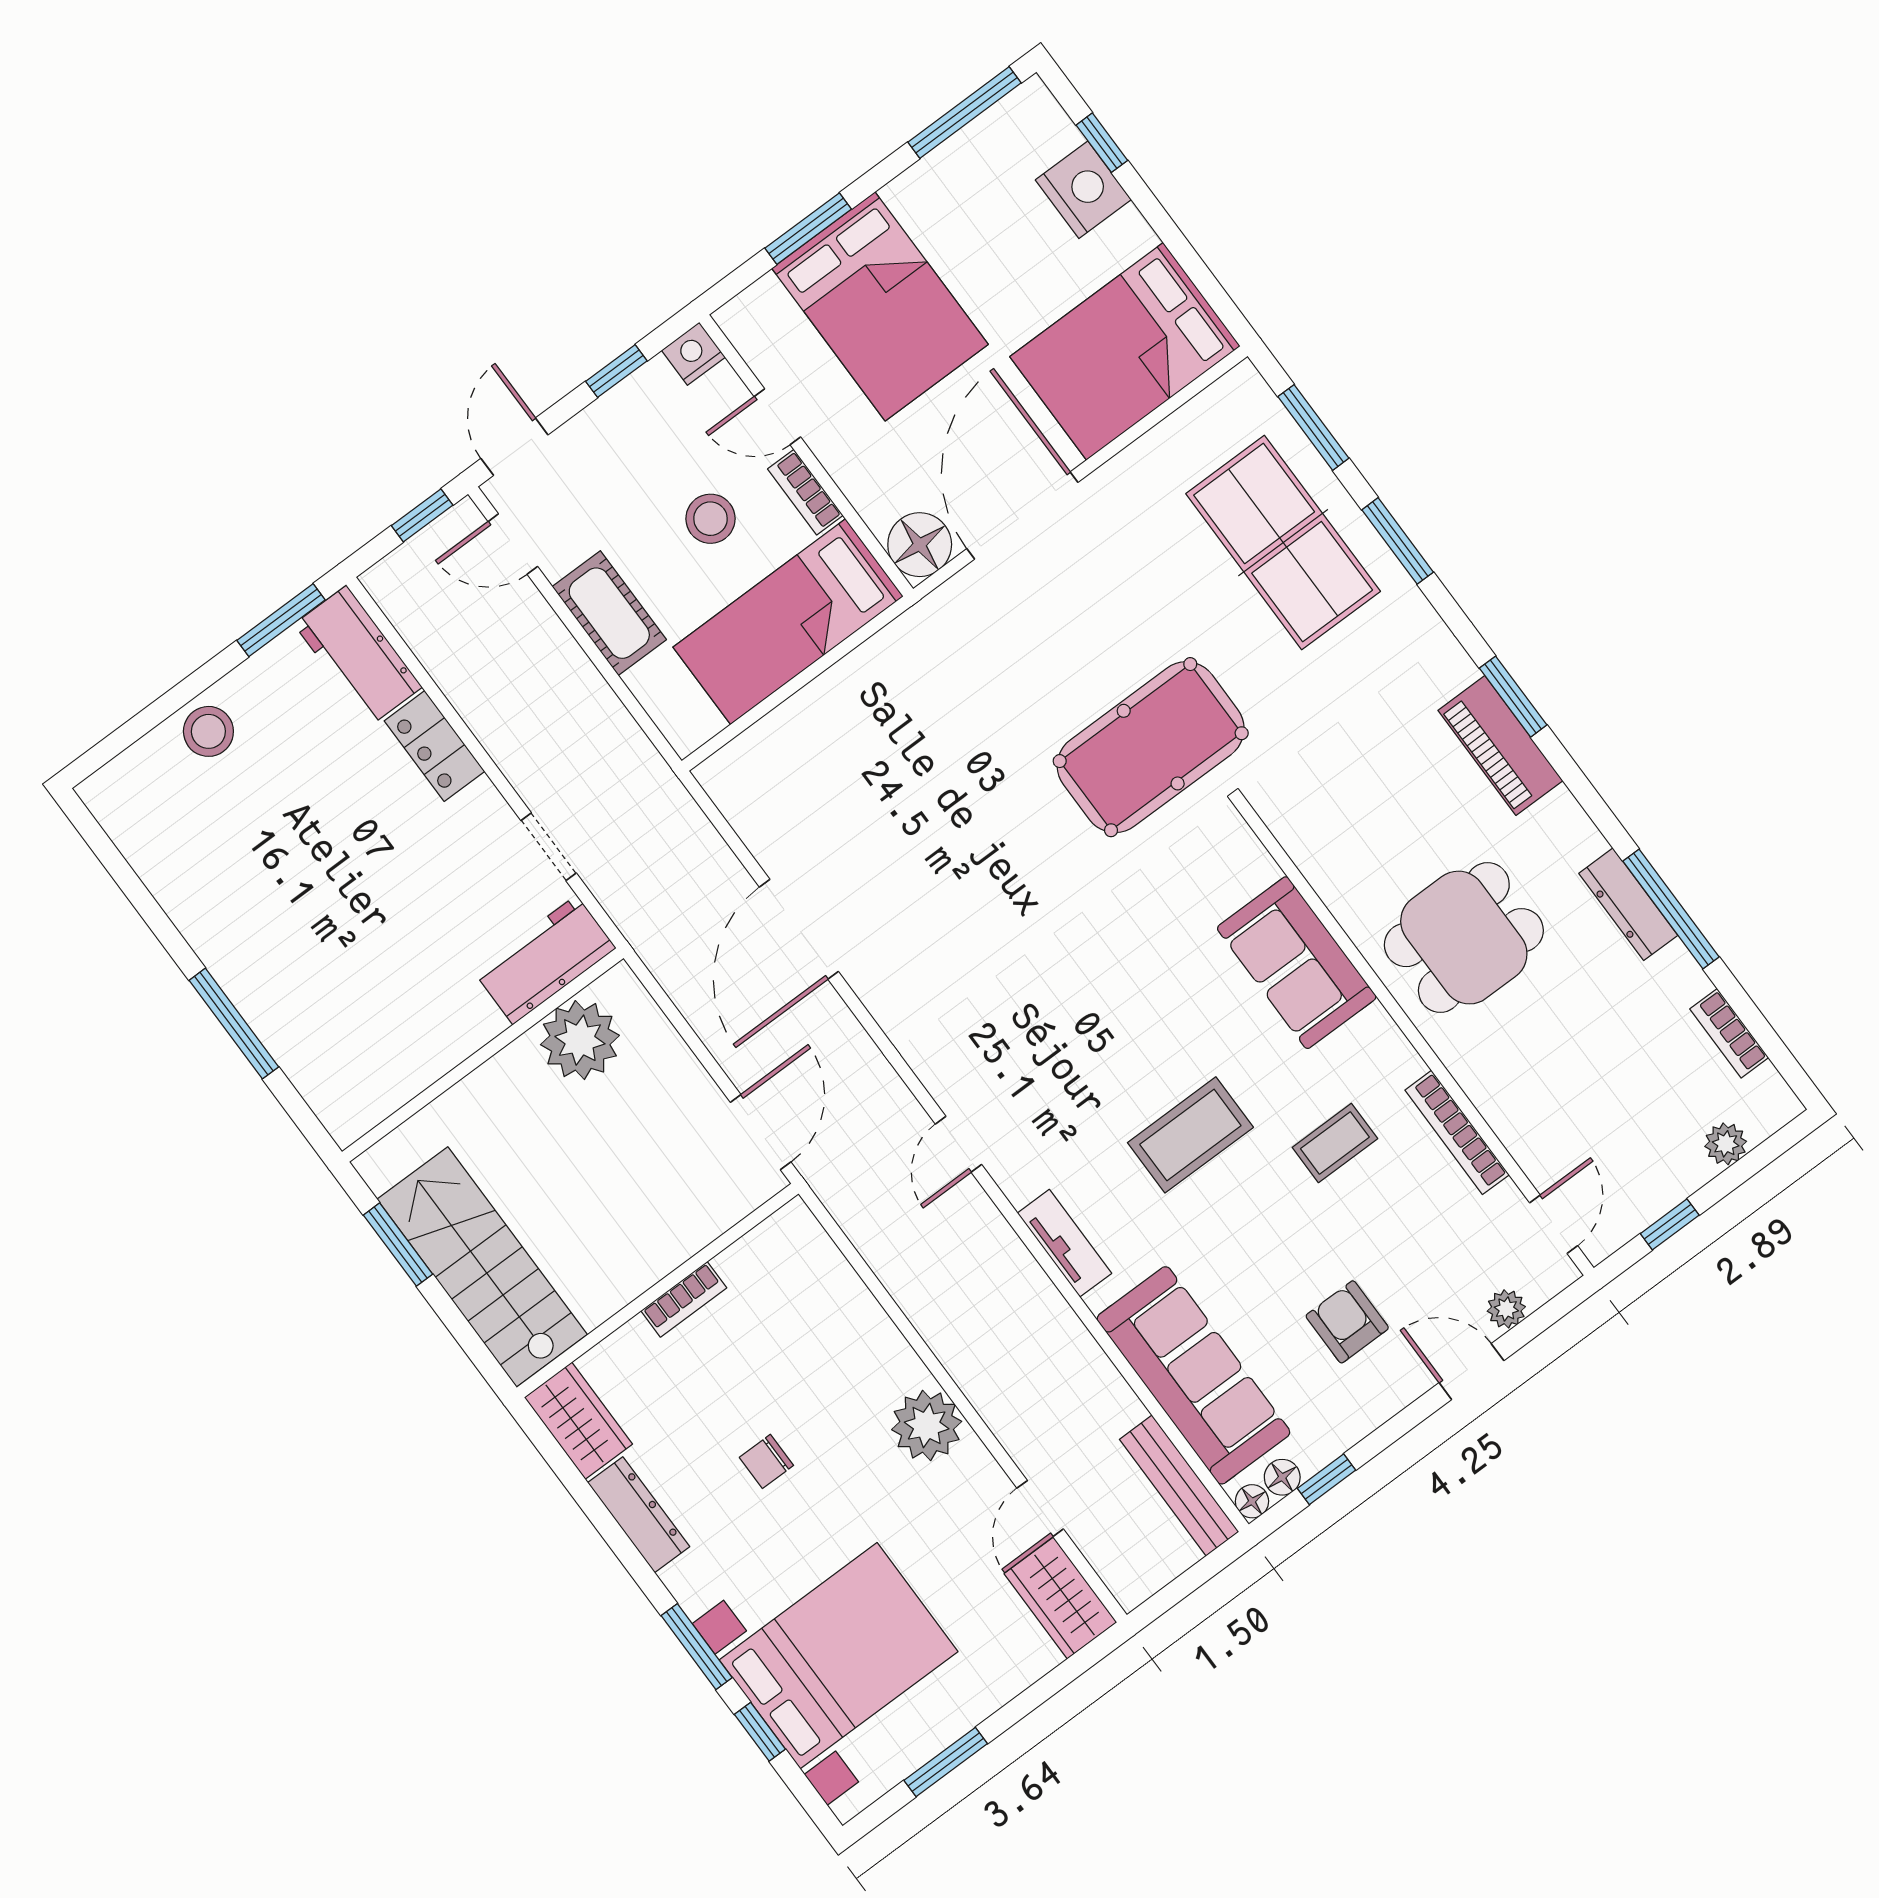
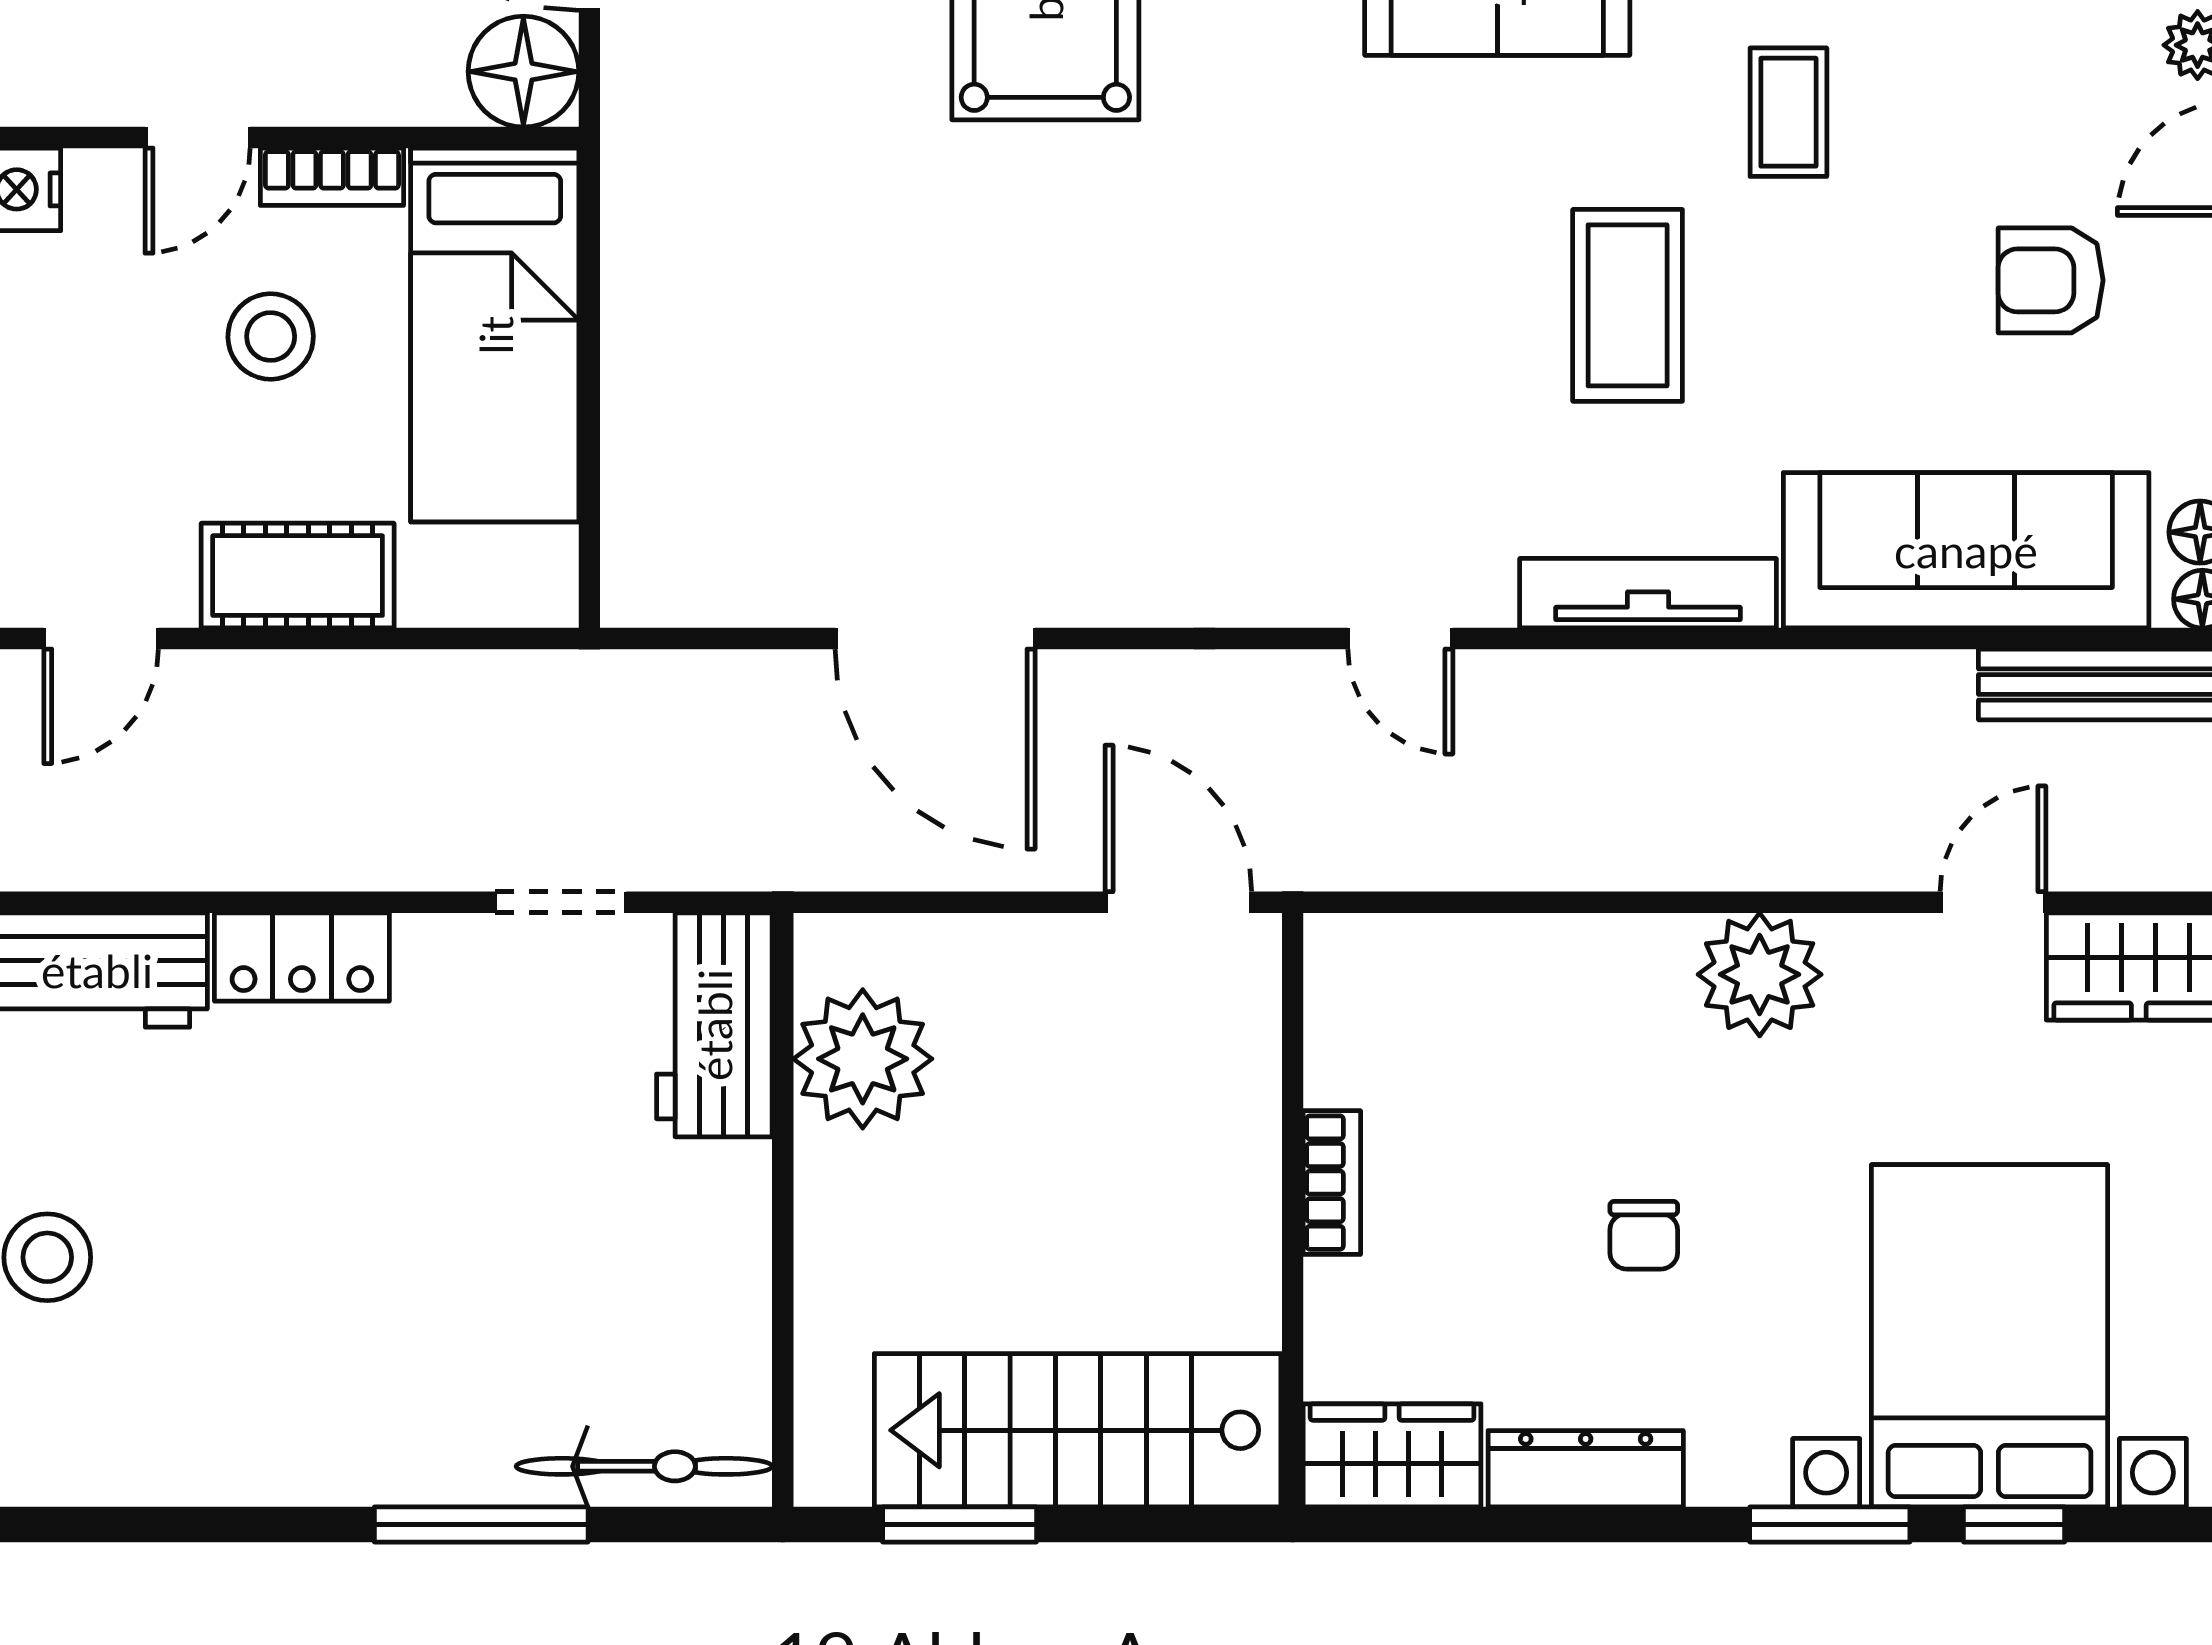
bicycle: (317, 1079) -> (644, 1466), added
tv unit: (1064, 1243) -> (1648, 593), width x1.41
door: (1040, 1509) -> (1993, 902), swing flipped

